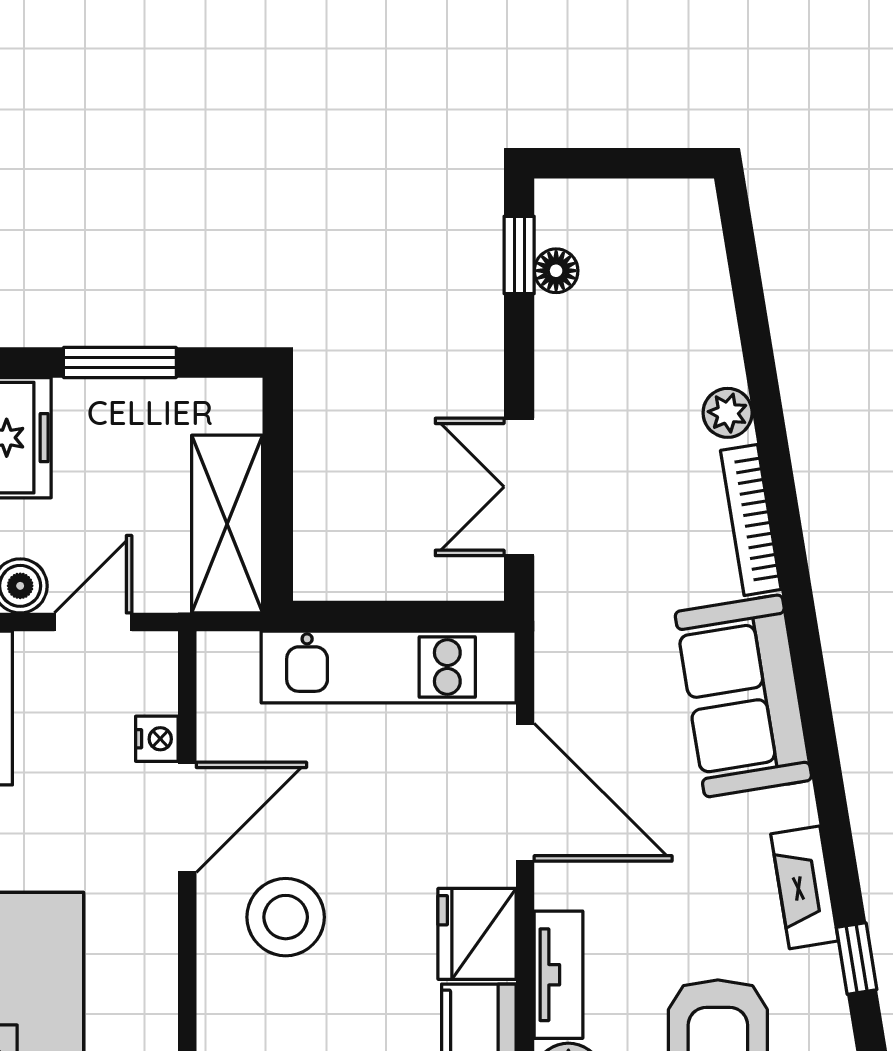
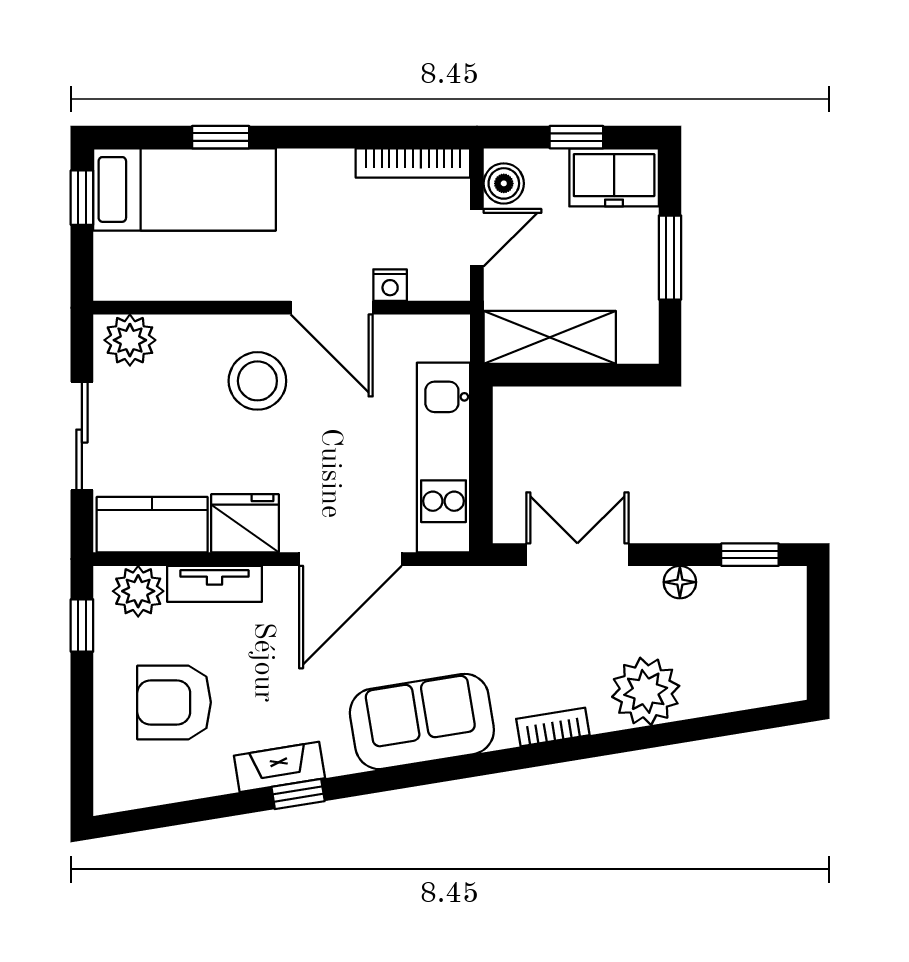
floor lamp: (556, 271) -> (680, 582), moved
plant: (728, 413) -> (646, 691), width x1.88, depth x1.88
bookcase: (751, 520) -> (553, 727), width x0.64
door: (93, 622) -> (477, 238), hinge flipped
window: (857, 959) -> (298, 794), moved

